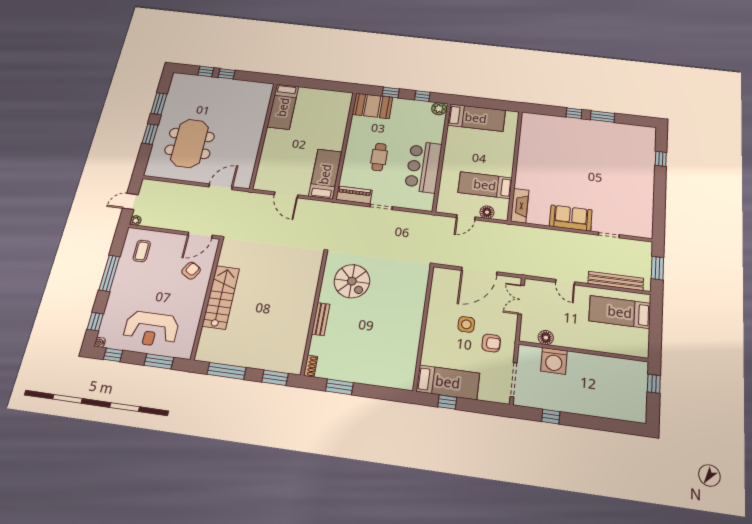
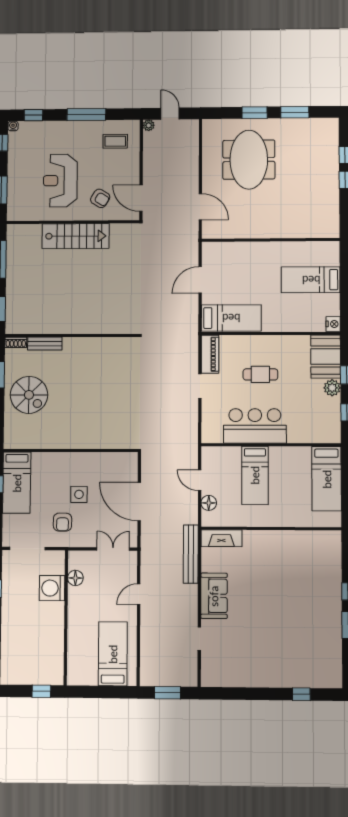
nightstand: (346, 97) -> (333, 324), added
bed: (283, 107) -> (311, 280), moved
plant: (439, 109) -> (332, 388), moved
meeting table: (190, 143) -> (249, 160), turned 90
bed: (485, 185) -> (255, 475), moved, turned 180
spiral stairs: (352, 281) -> (29, 395), moved, turned -90
bench: (616, 281) -> (191, 554), moved
bench: (321, 319) -> (45, 344), moved
reception desk: (151, 329) -> (60, 181), moved

